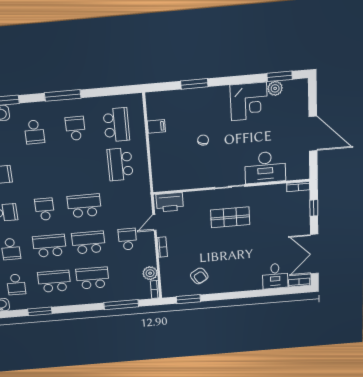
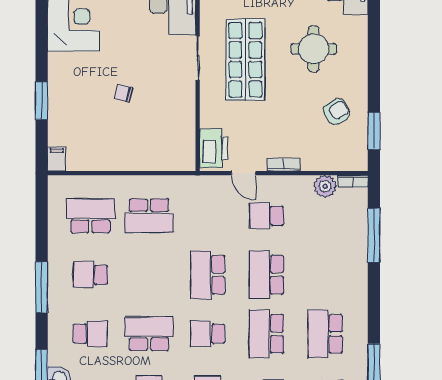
filing cabinet: (156, 126) -> (57, 159), moved
shop shelf: (230, 217) -> (245, 60), width x1.43, depth x1.36
round table: (239, 259) -> (313, 49), added
school desk: (93, 278) -> (149, 334), moved, turned 90

